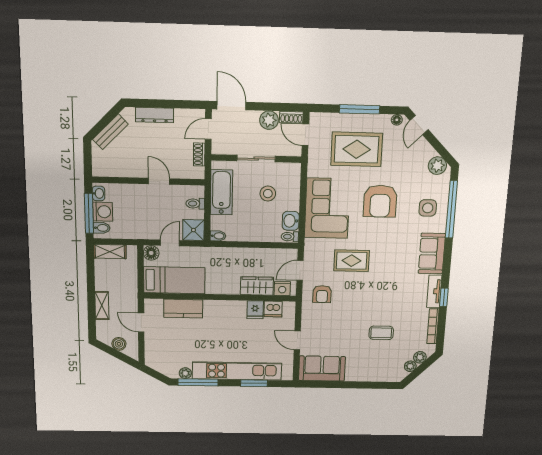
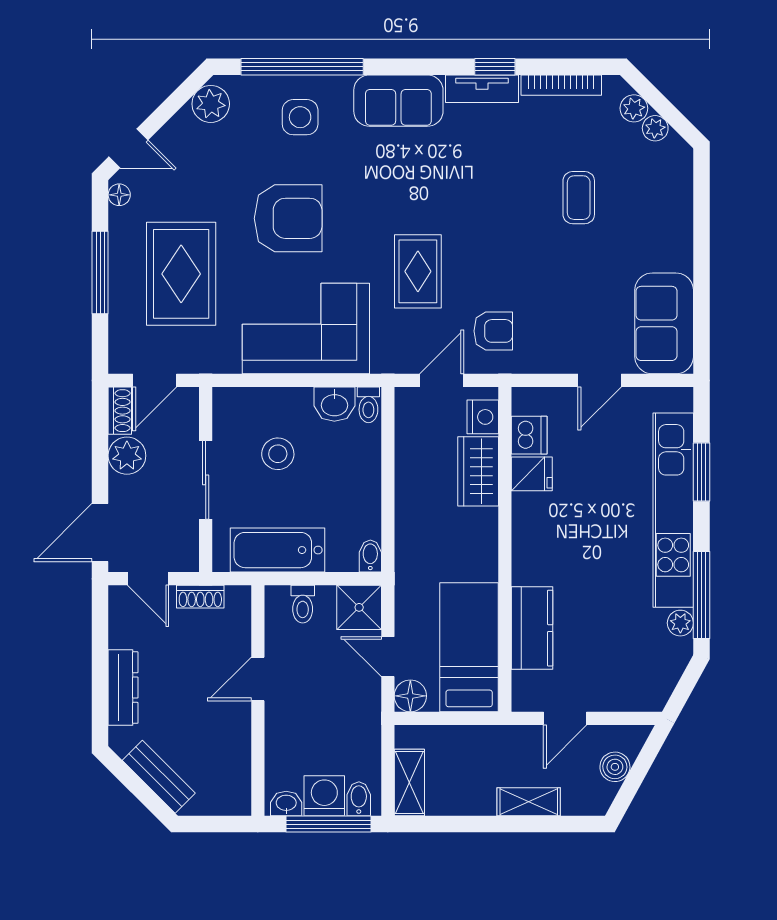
door: (300, 270) -> (442, 380), swing flipped

